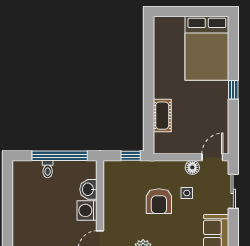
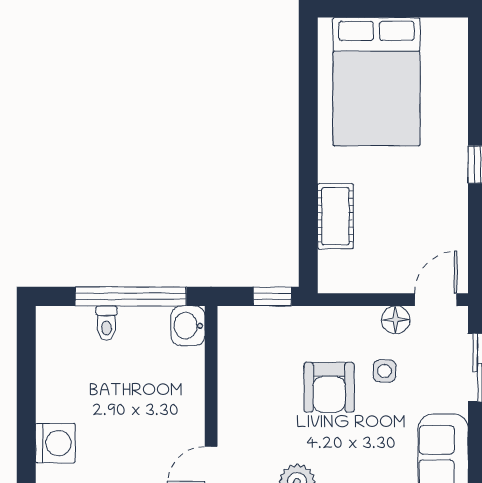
bed: (207, 48) -> (376, 82), moved
washbasin: (88, 189) -> (188, 326), moved
washing machine: (87, 210) -> (55, 443), moved, turned 180

